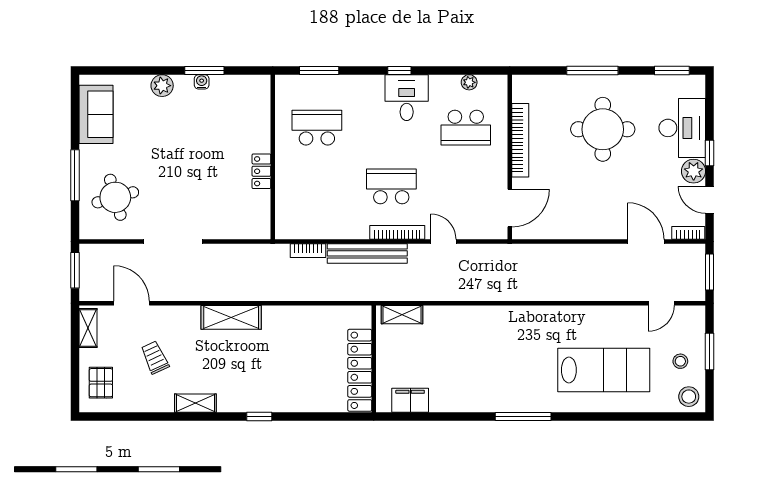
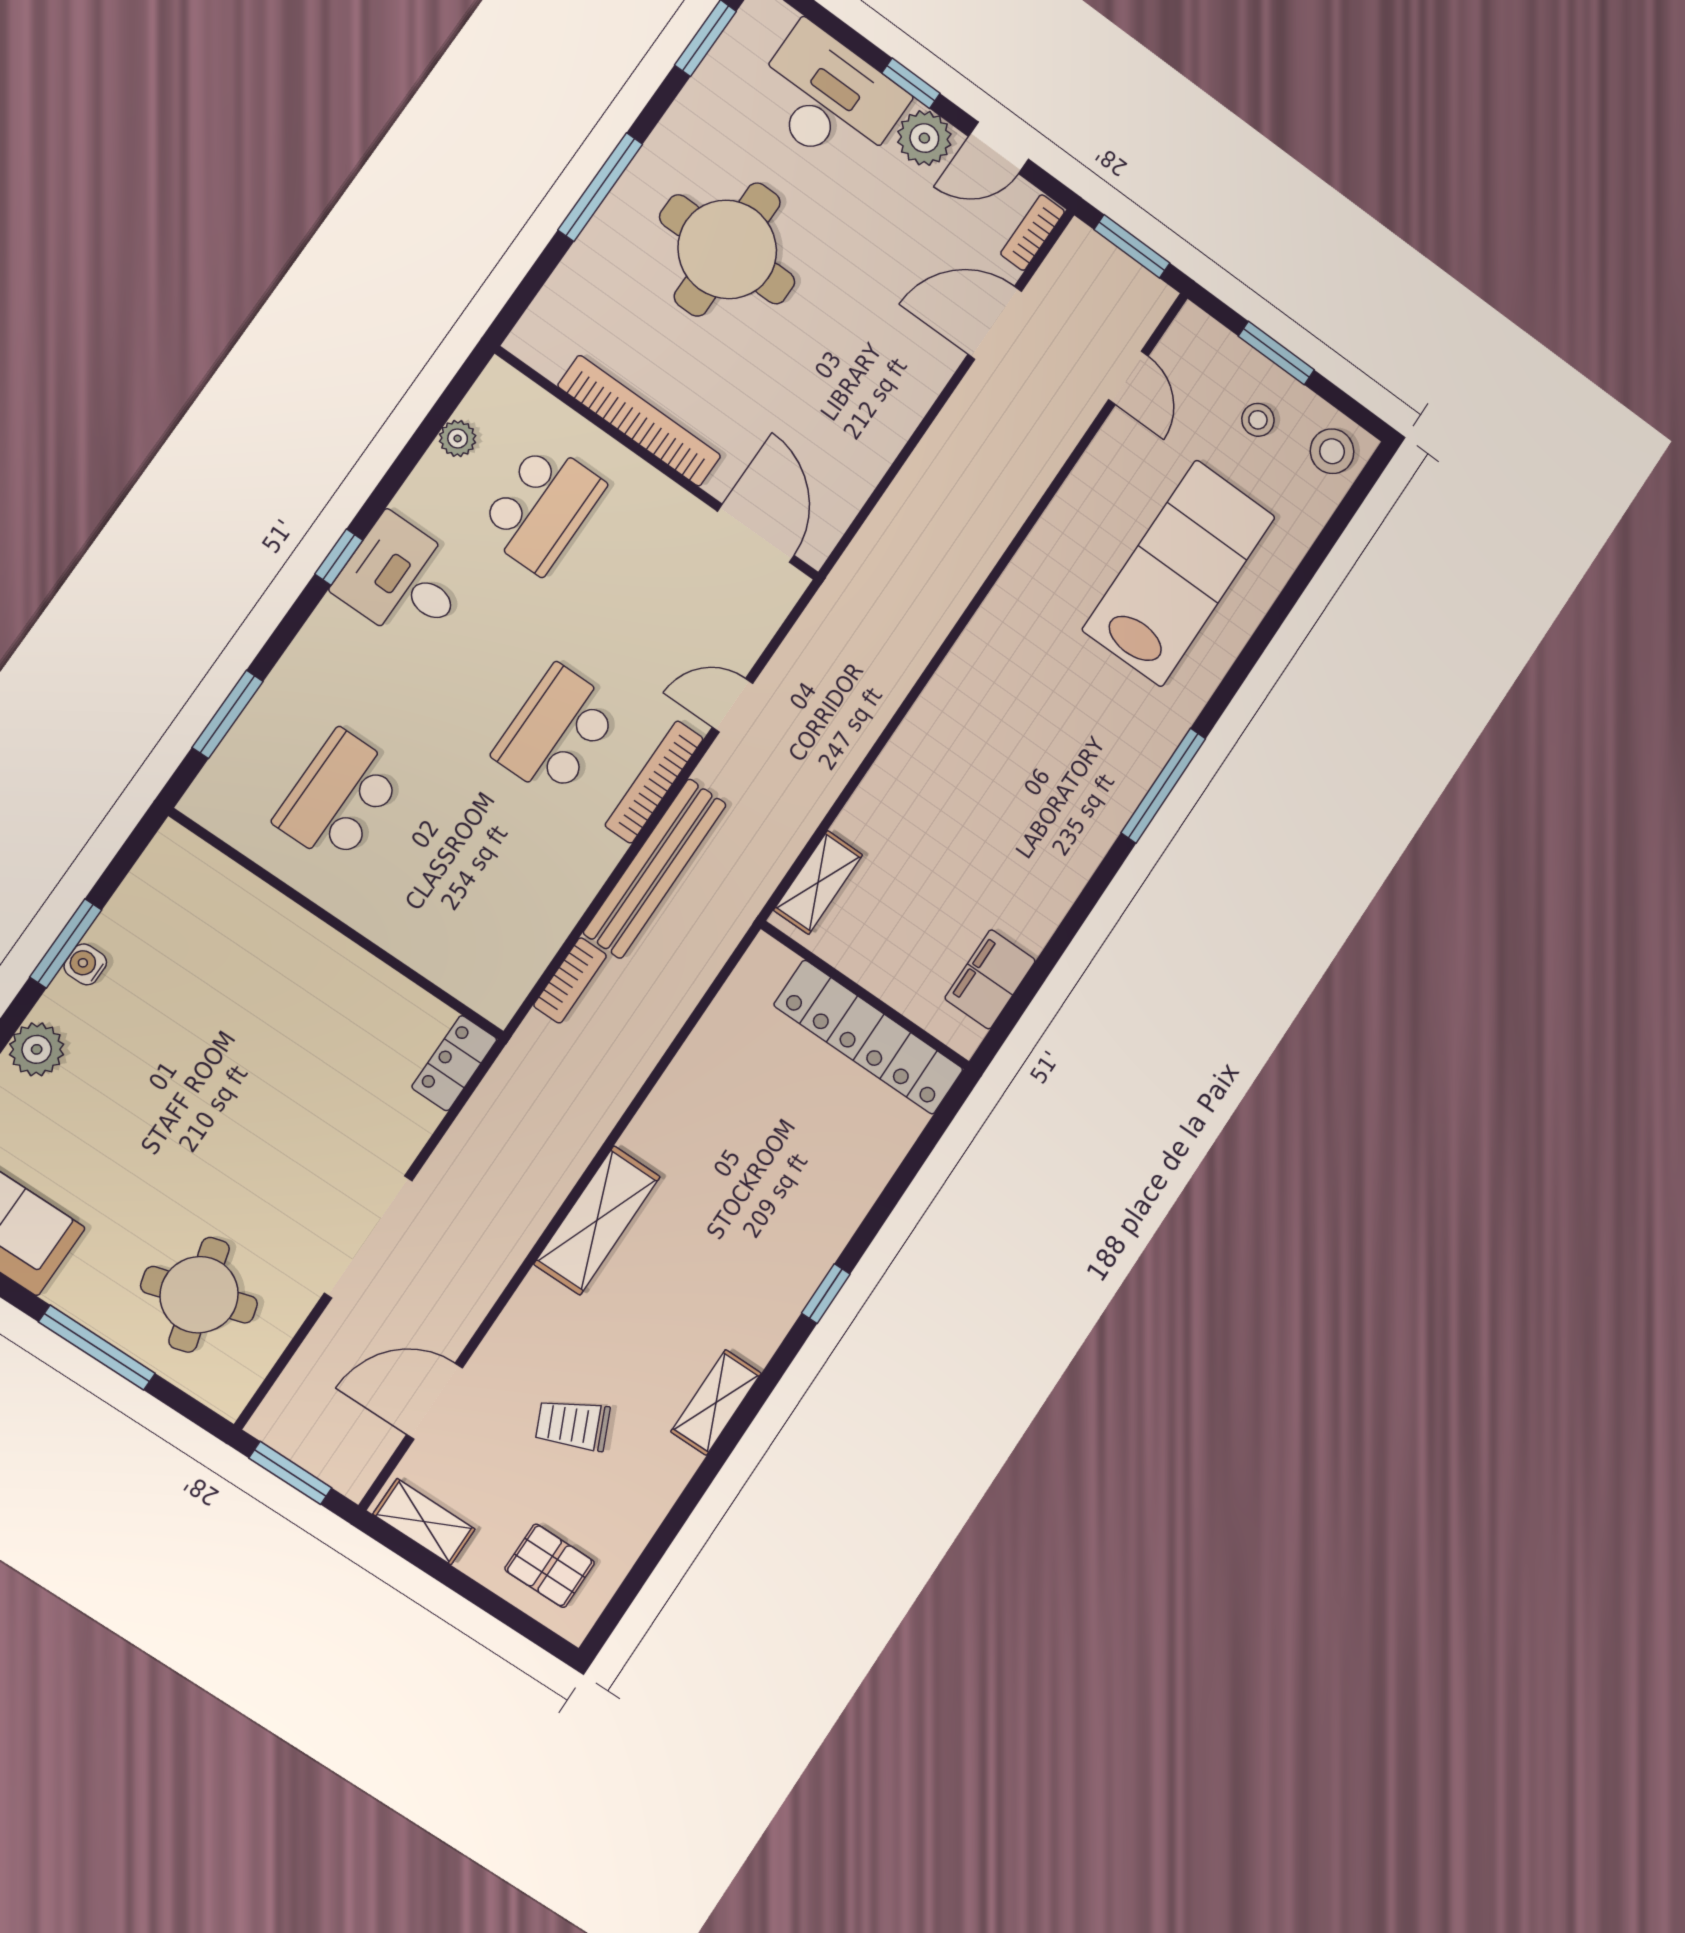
locker: (261, 171) -> (454, 1063), moved, turned 90

